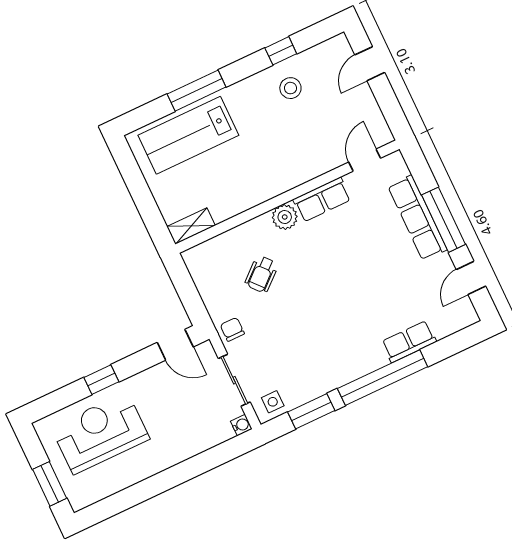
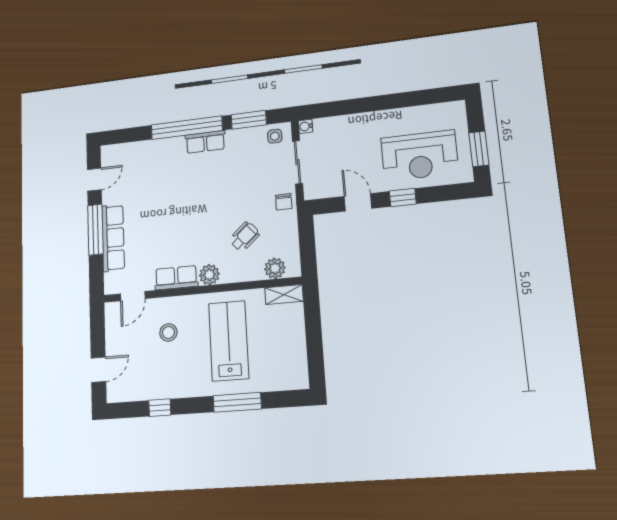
stool: (290, 88) -> (168, 332), moved
lab bench: (188, 135) -> (229, 341), moved, turned -90
plant: (213, 251) -> (275, 268), added
row of seats: (409, 342) -> (205, 142), moved
door: (175, 345) -> (358, 202), moved
window: (50, 484) -> (479, 149), moved

